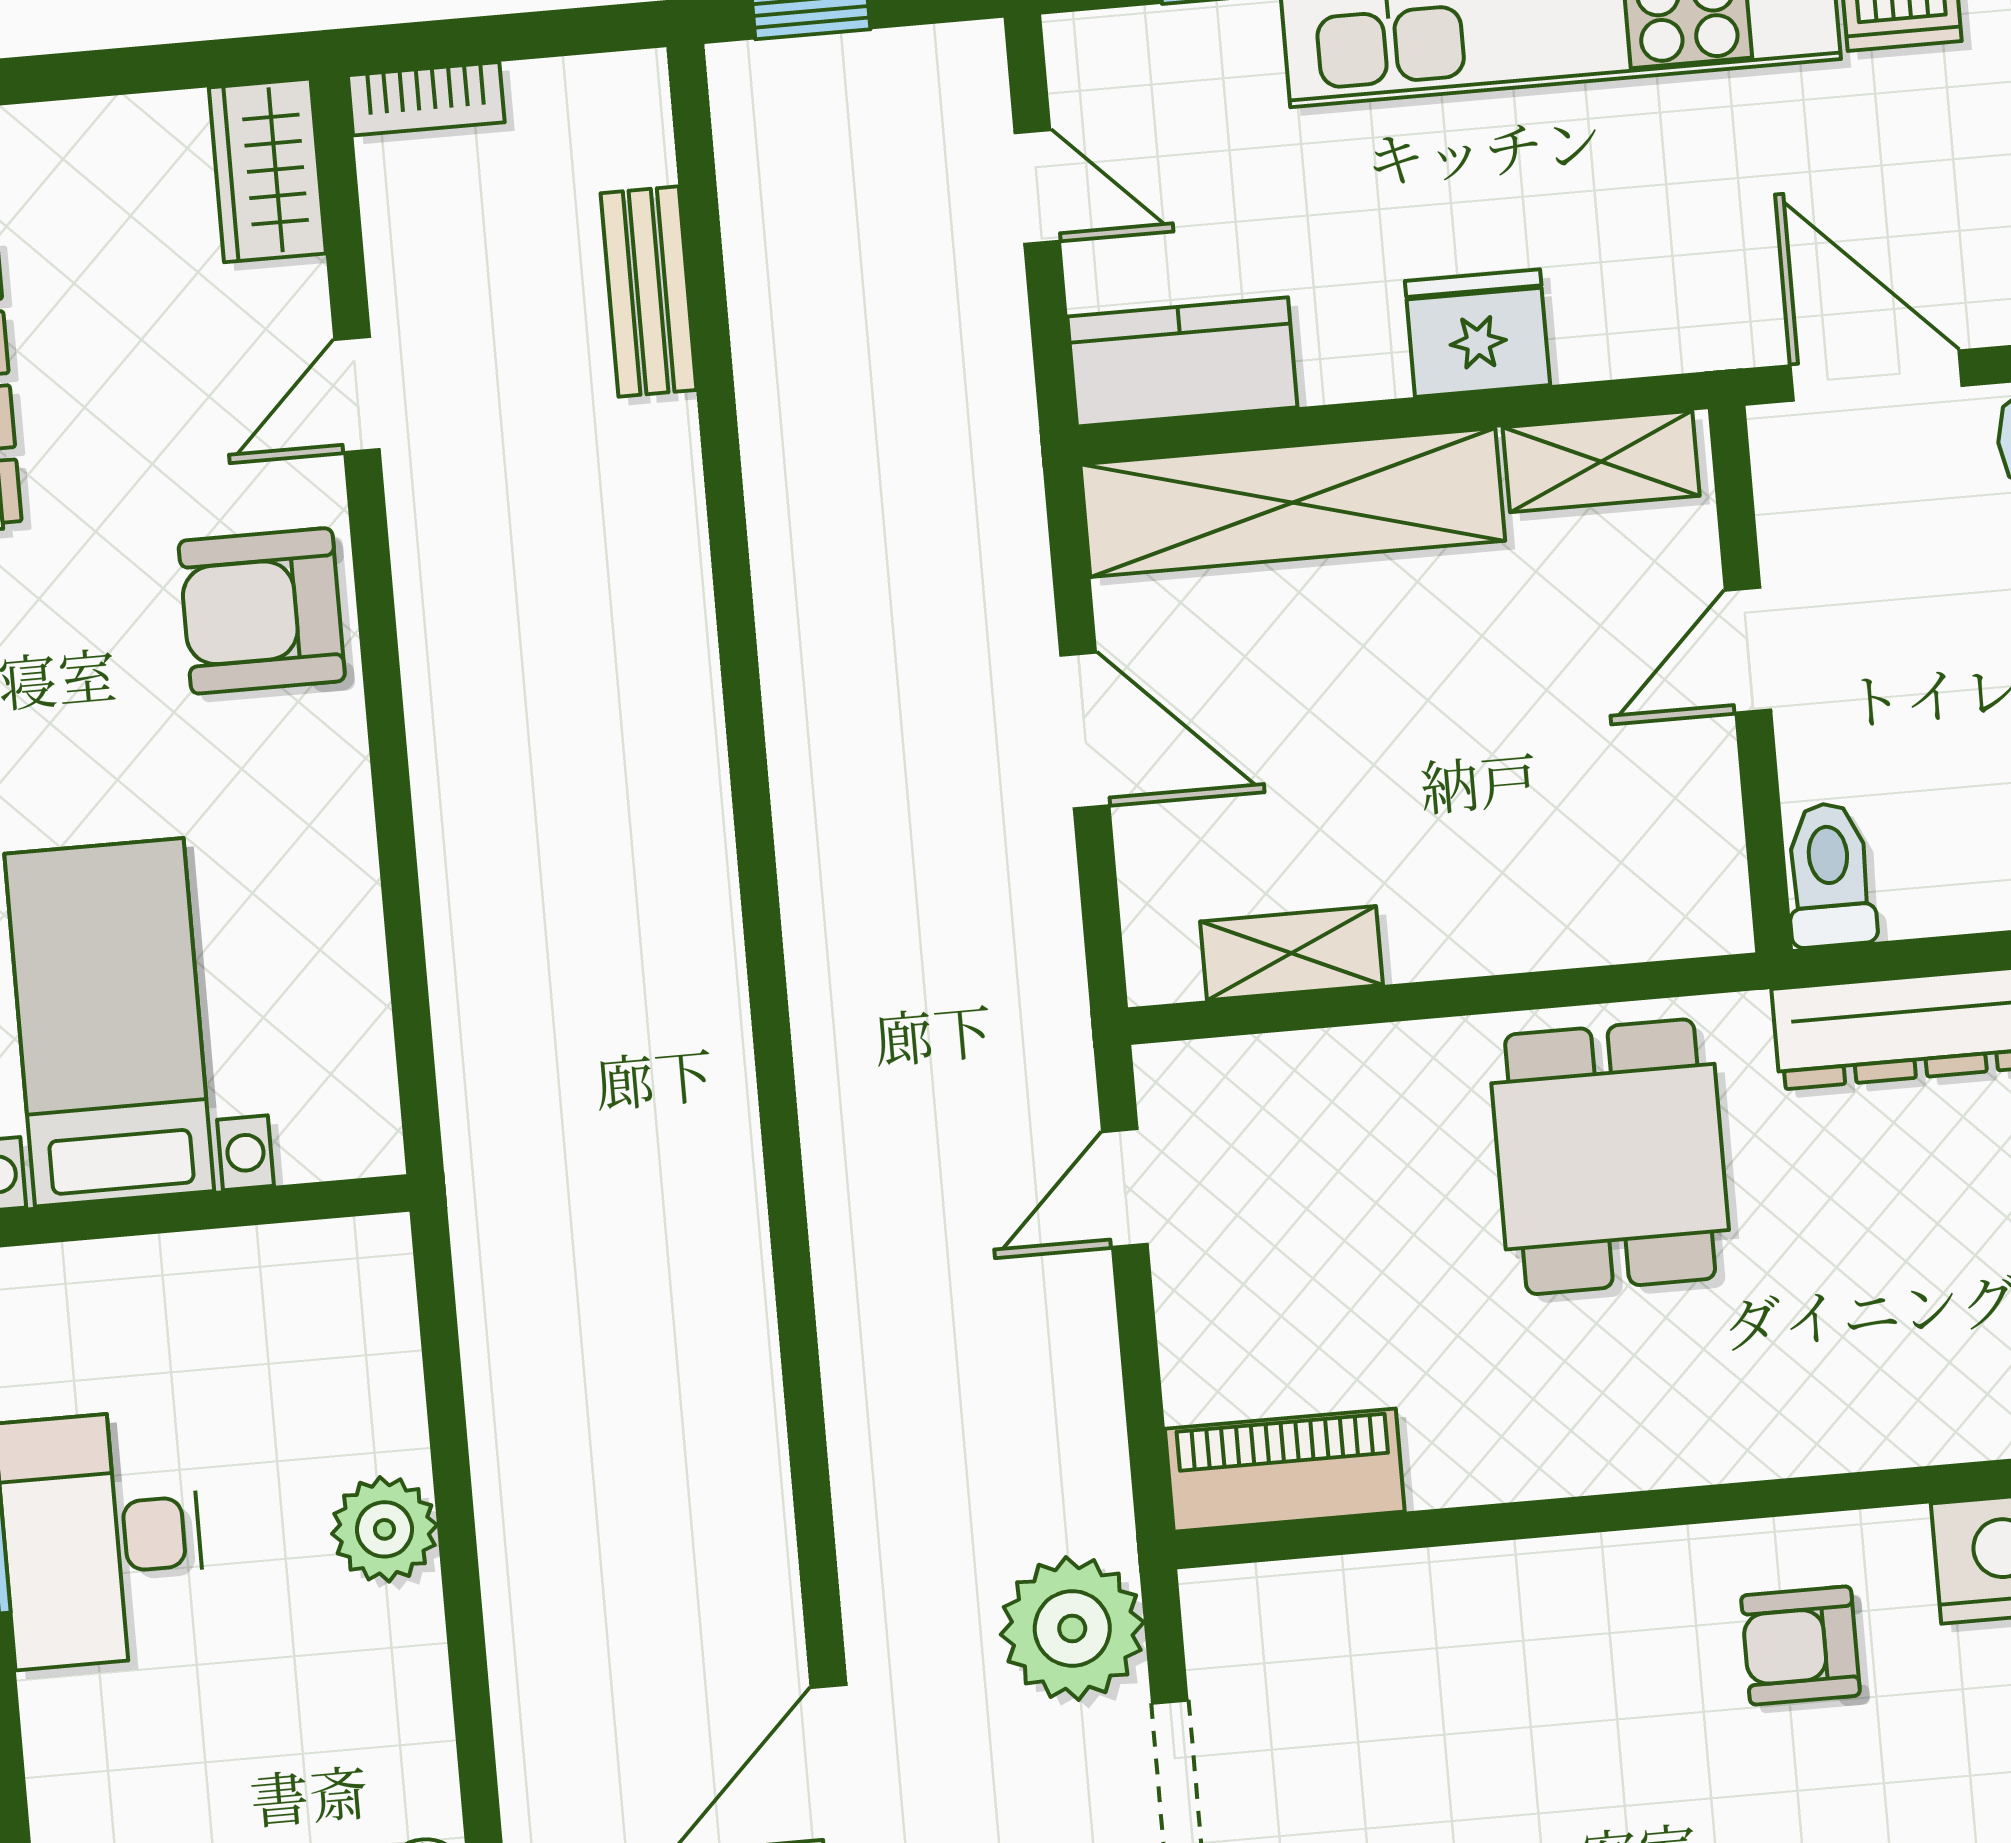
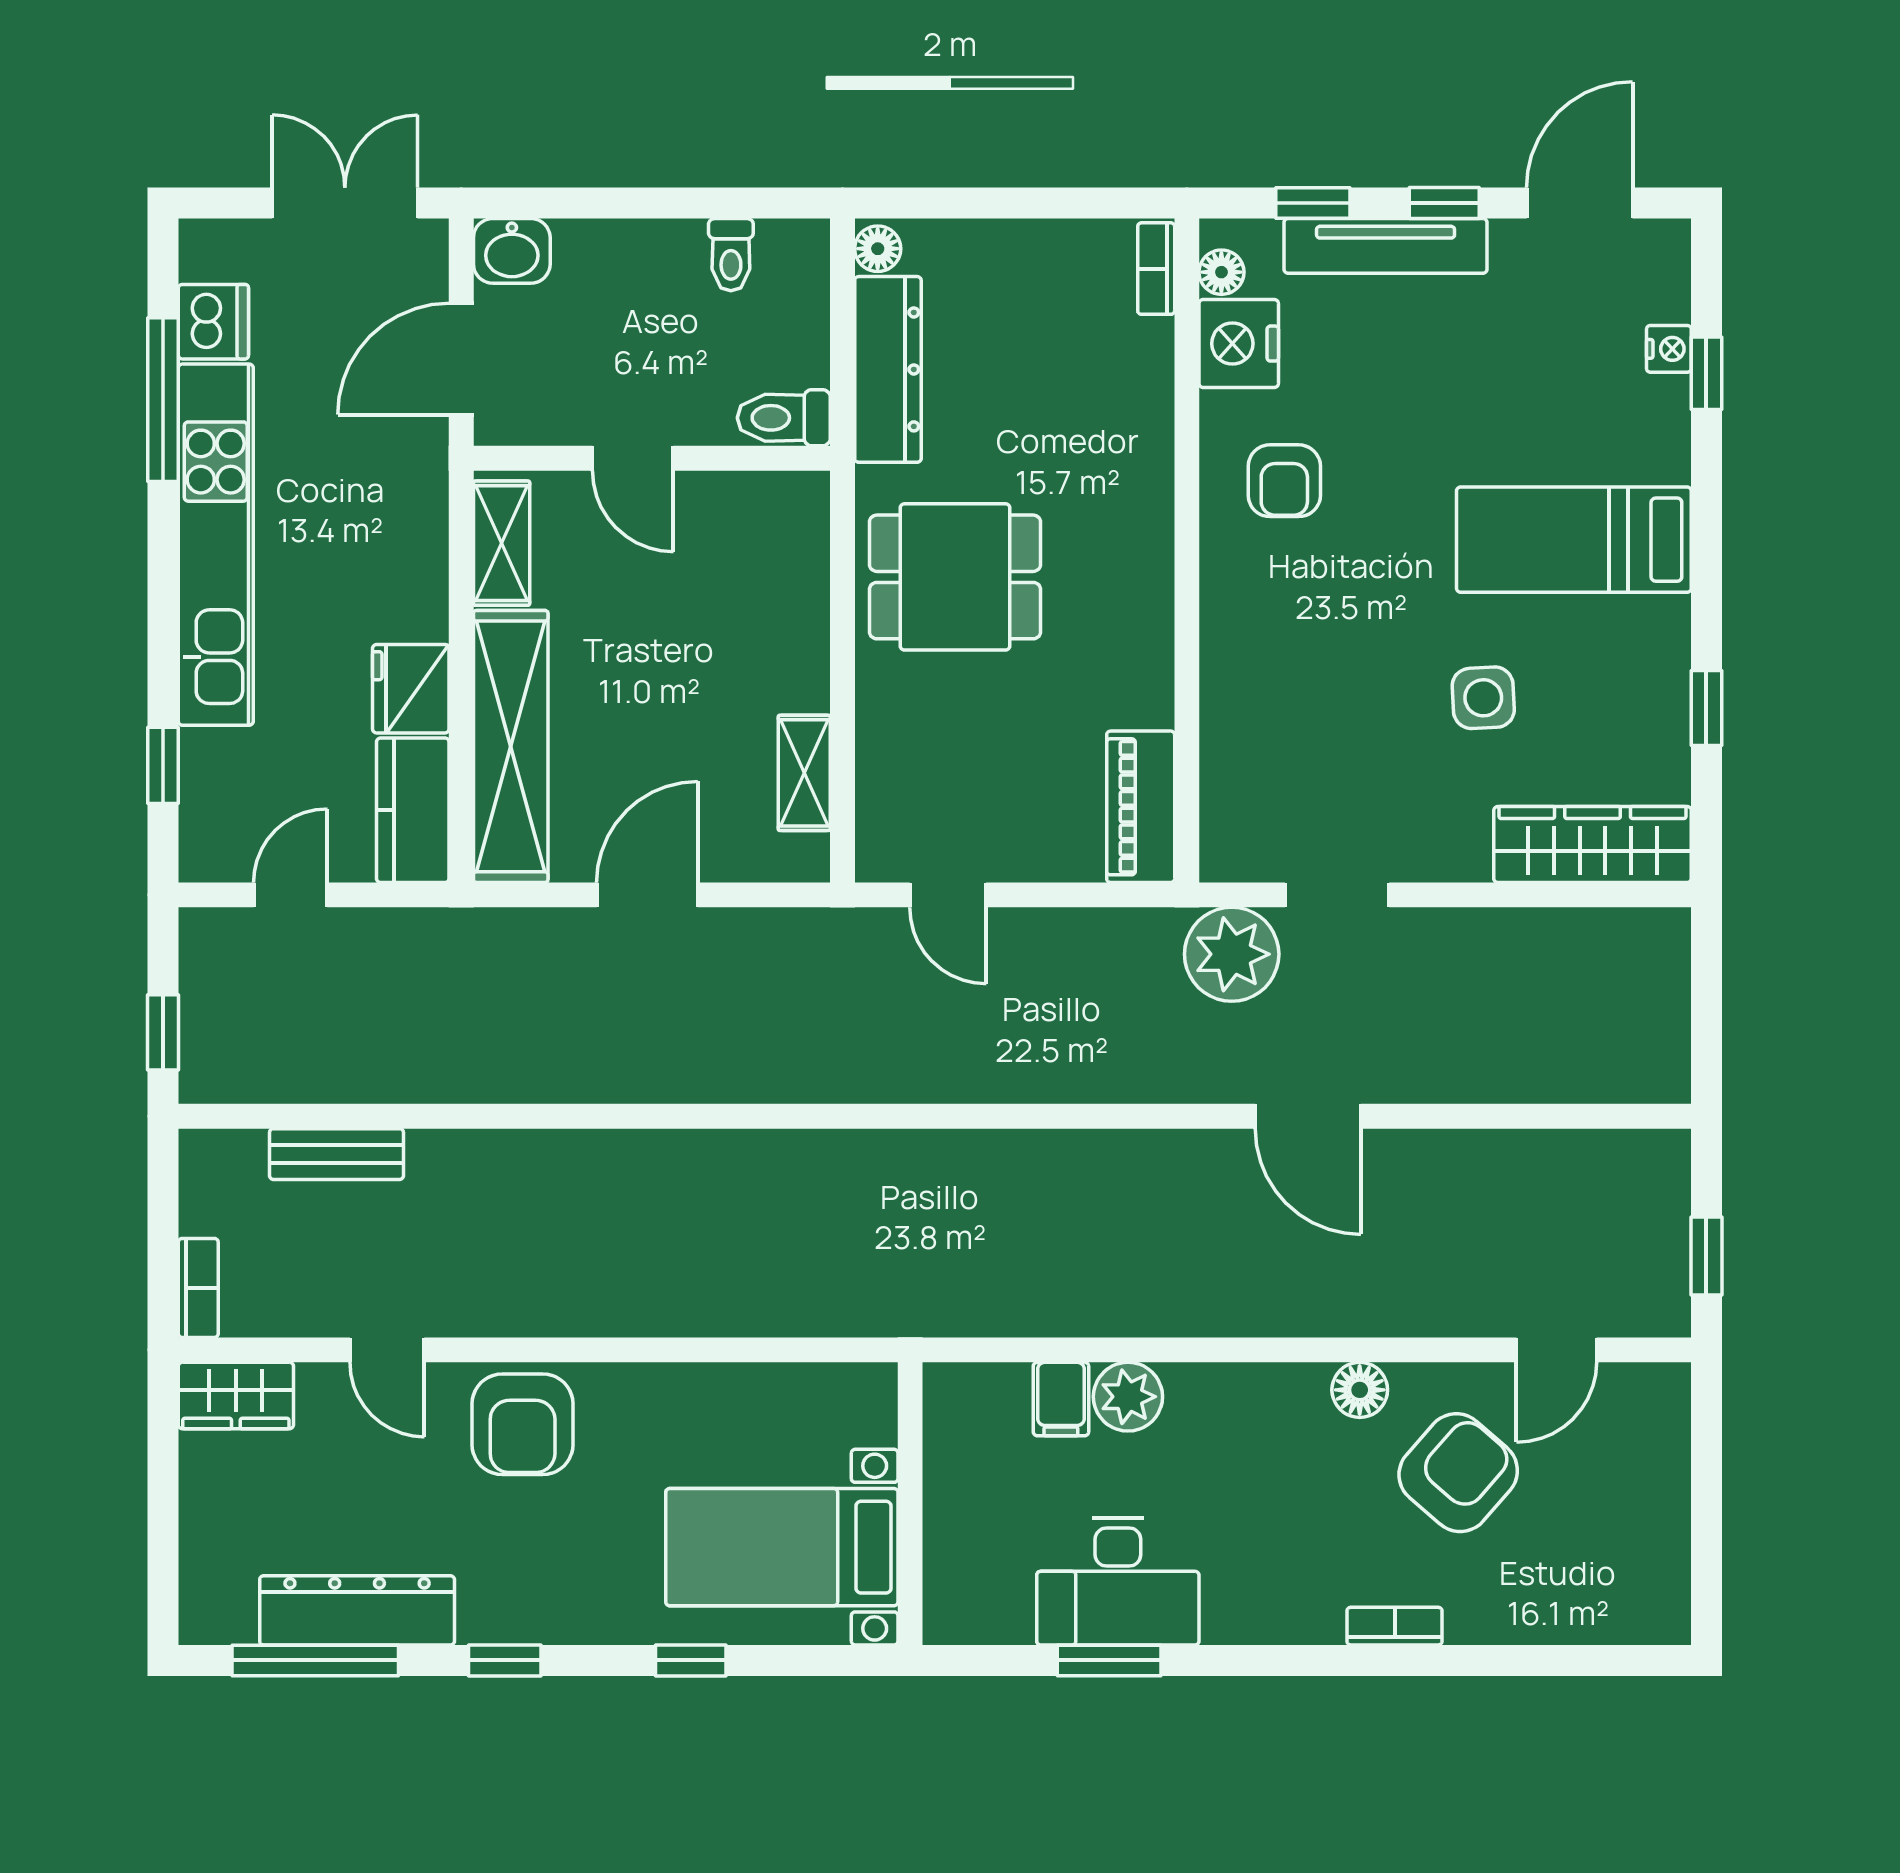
fridge: (1477, 333) -> (411, 689), moved
filing cabinet: (372, 1428) -> (1061, 1399), added

